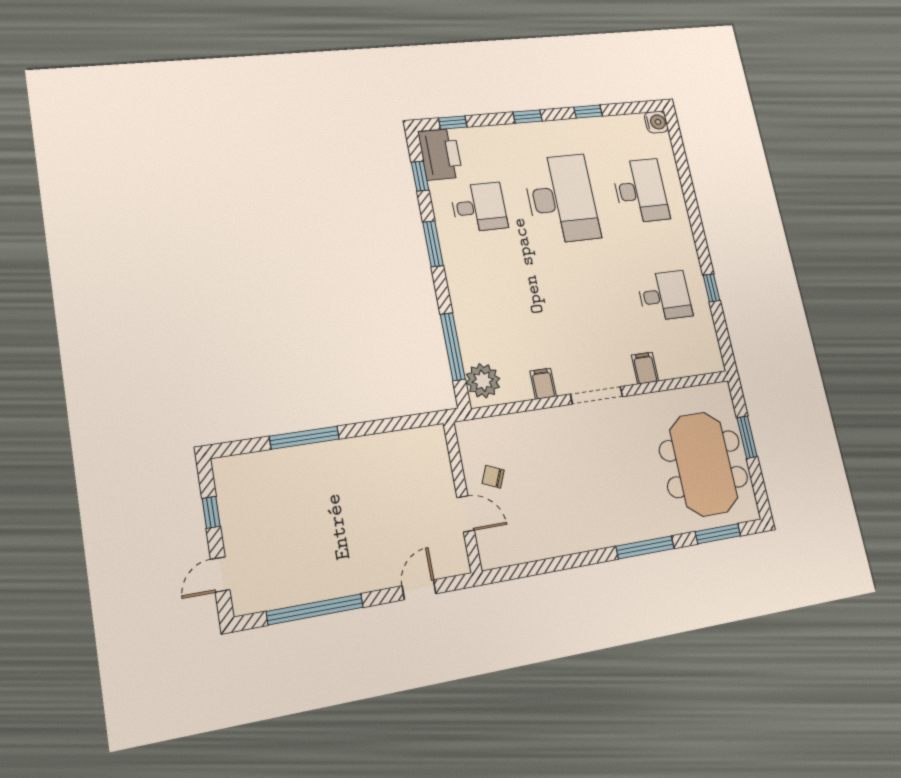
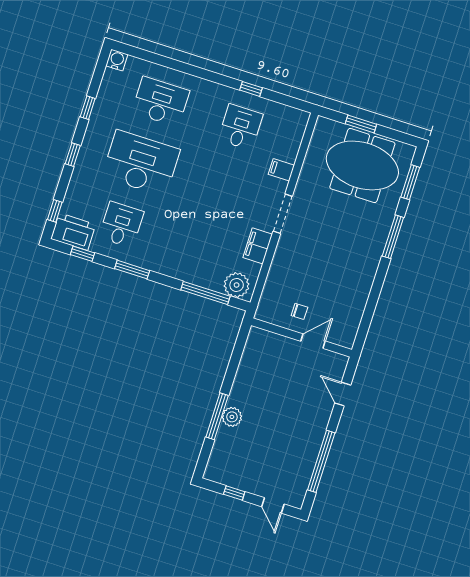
filing cabinet: (543, 384) -> (258, 246), width x2.00
plant: (314, 458) -> (232, 417), added
chair: (493, 477) -> (299, 311), turned -113

